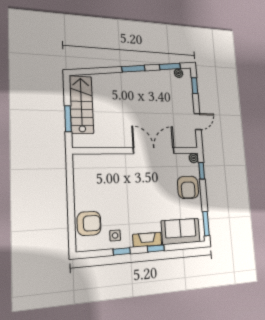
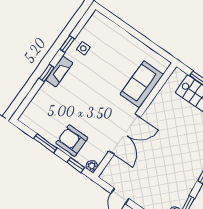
armchair: (89, 223) -> (109, 35), removed
window: (206, 224) -> (45, 143), moved
sofa: (181, 231) -> (142, 84), moved, turned 180

